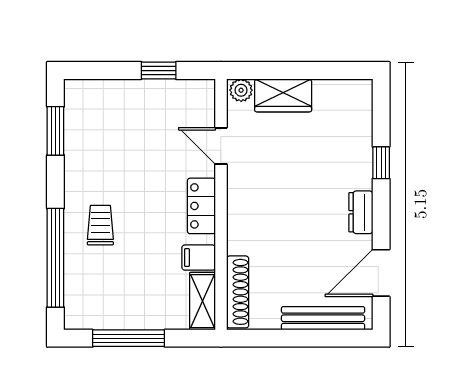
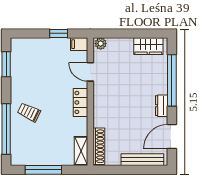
wardrobe: (283, 95) -> (148, 46), moved
window: (381, 163) -> (172, 80), width x3.17
trolley: (100, 225) -> (29, 112), turned -64
filing cabinet: (199, 258) -> (79, 44), moved

